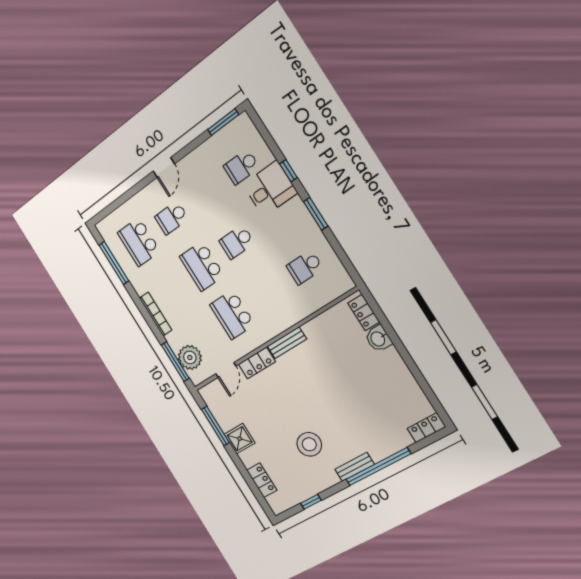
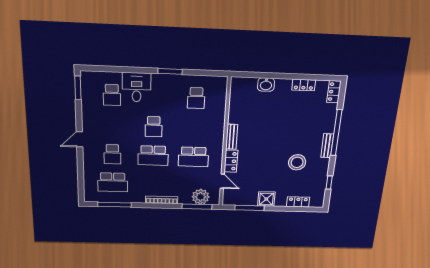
door: (164, 167) -> (79, 139), swing flipped
window: (288, 171) -> (134, 70), removed
locker: (364, 312) -> (304, 85), moved

